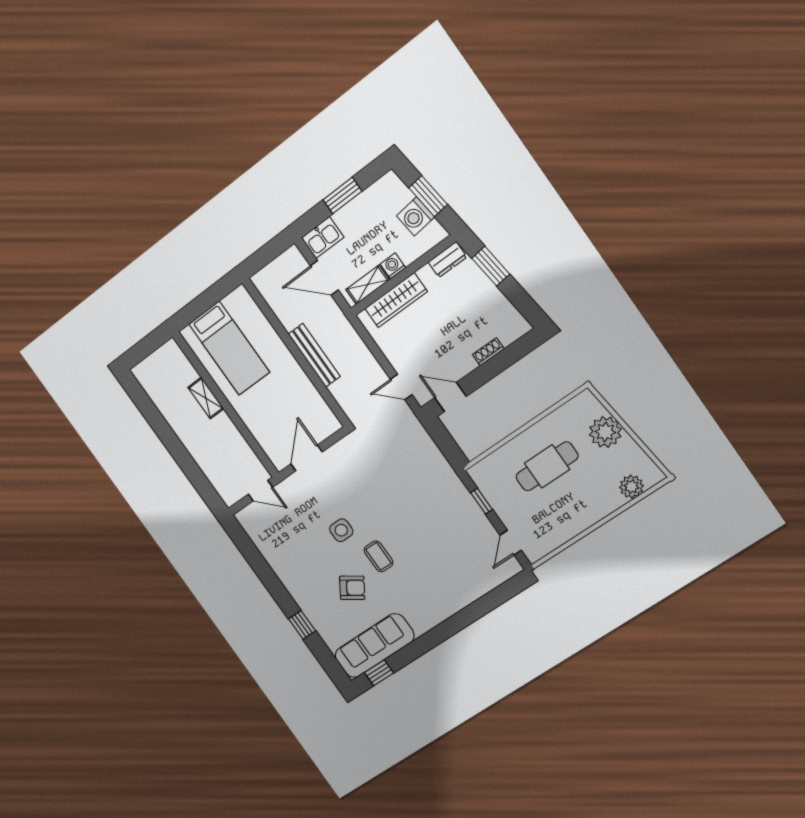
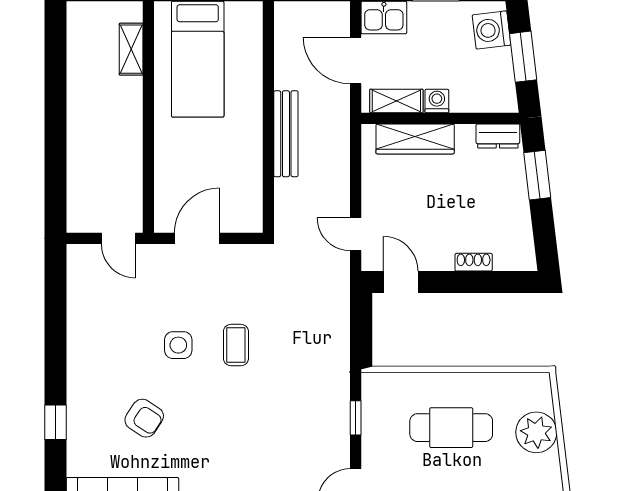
washing machine: (415, 216) -> (491, 30), moved
shelving: (206, 398) -> (131, 49), moved
coffee table: (379, 556) -> (236, 345), moved

